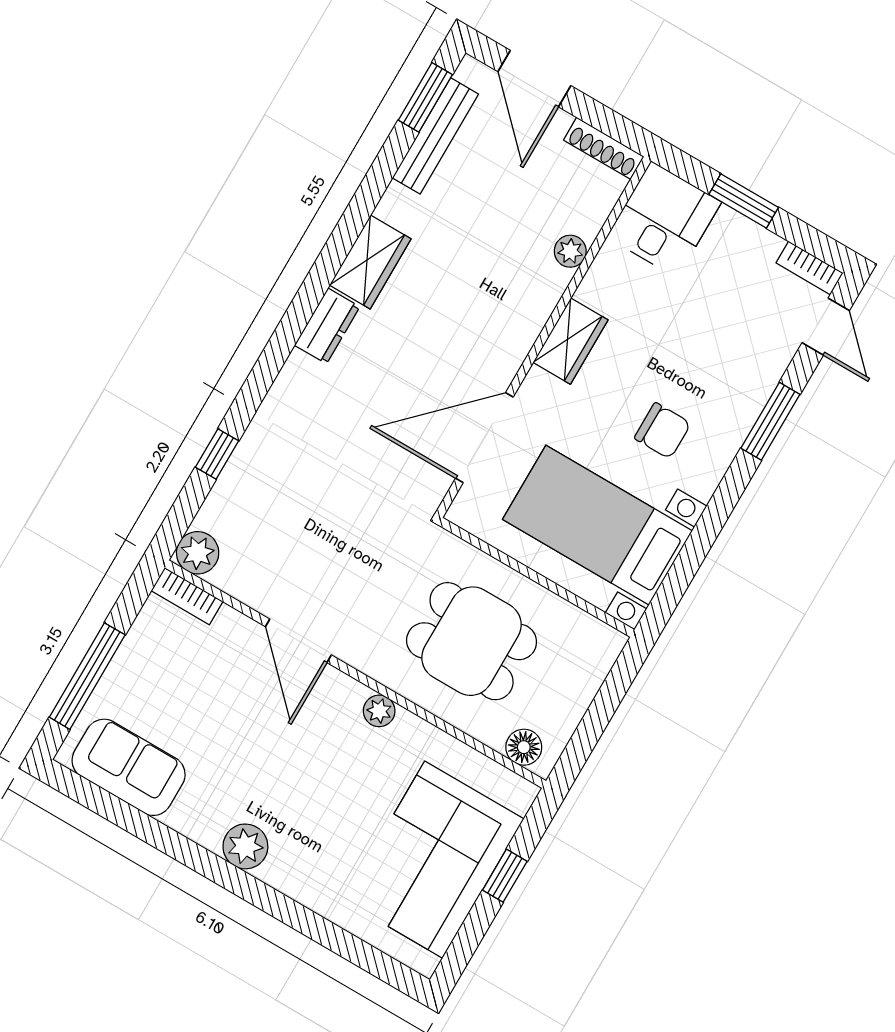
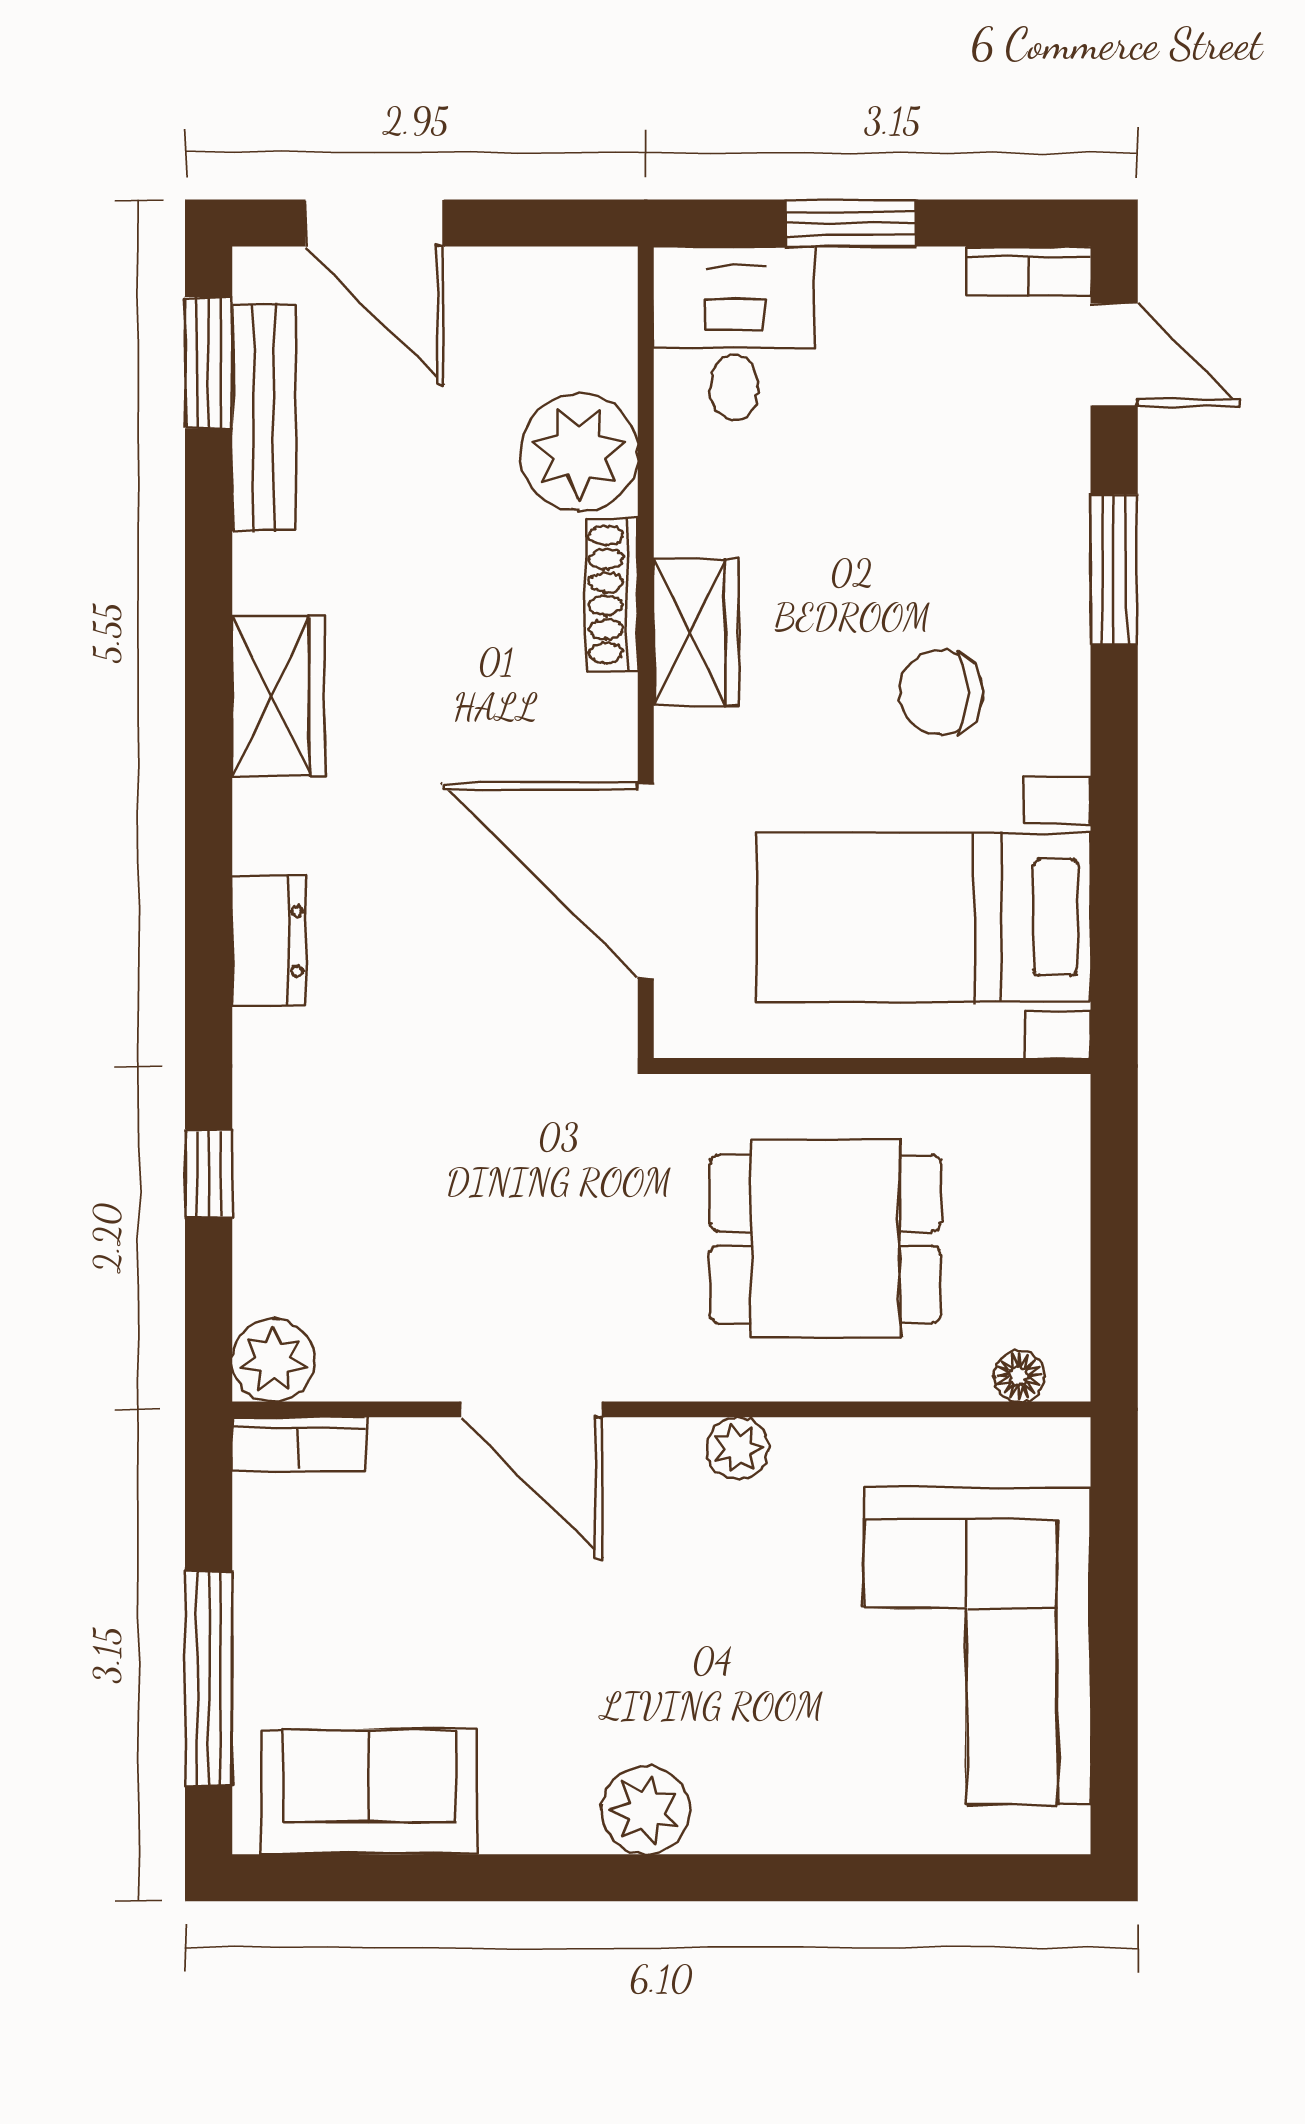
shoe rack: (604, 148) -> (612, 594), moved, turned 90
plant: (570, 251) -> (579, 452), width x1.88, depth x1.88
dresser: (327, 326) -> (269, 941), moved
chair: (663, 431) -> (941, 693), turned 180
door: (484, 438) -> (646, 881), hinge flipped
floor lamp: (524, 747) -> (1019, 1376), width x0.73, depth x0.73
window: (505, 876) -> (1114, 1603), removed

